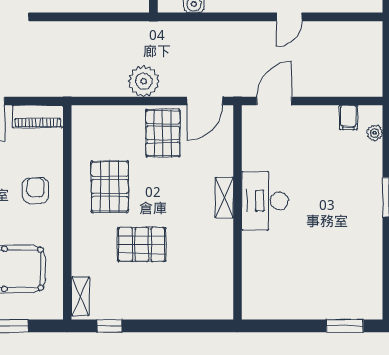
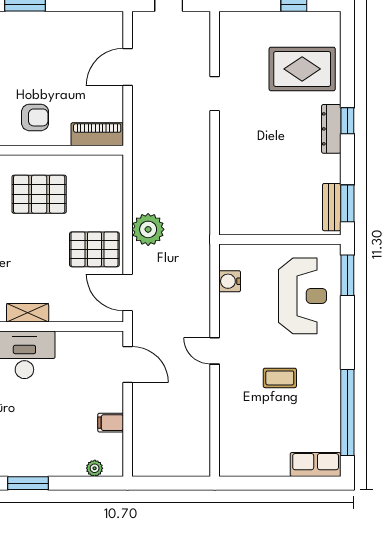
door: (289, 17) -> (215, 351), moved
piano: (38, 116) -> (97, 134), moved, turned 90
filing cabinet: (348, 117) -> (111, 423), moved

